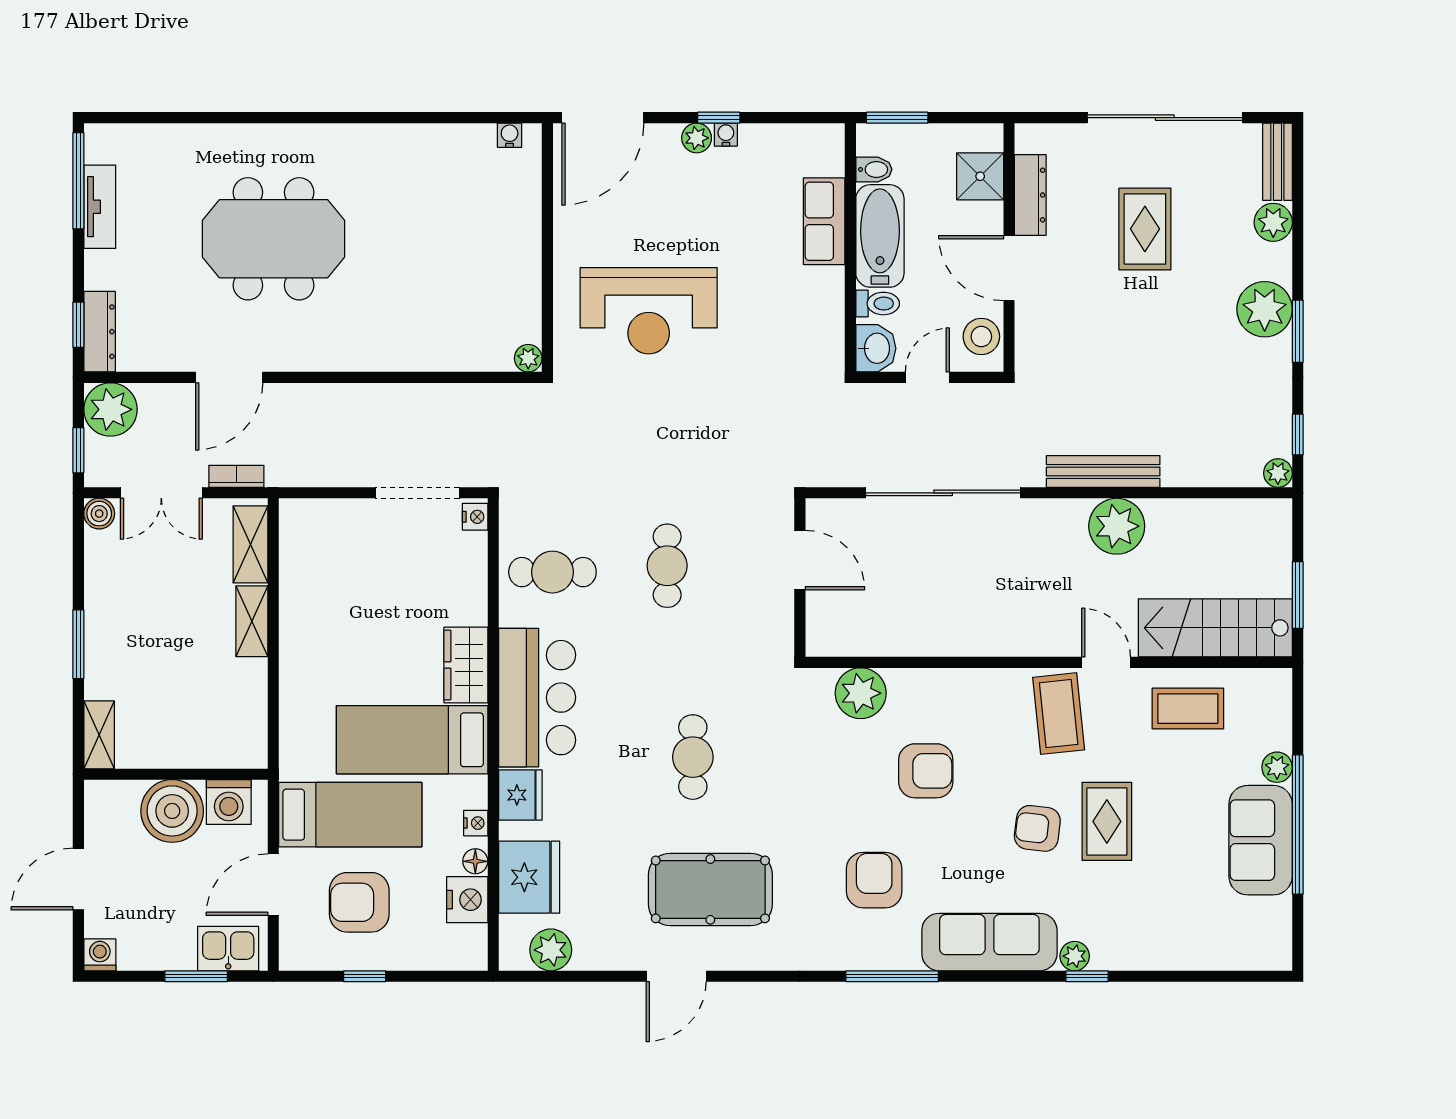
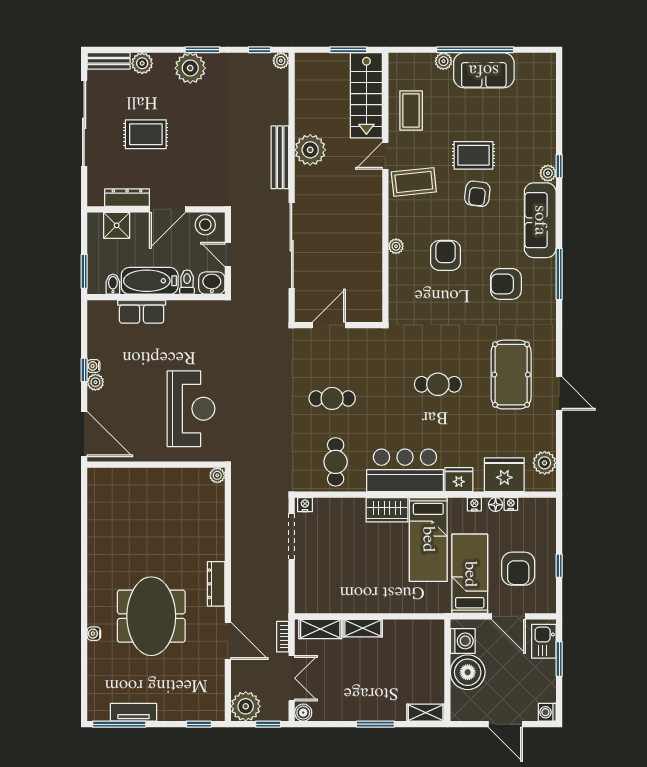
water cooler: (510, 135) -> (94, 634), moved
dresser: (100, 332) -> (216, 584), moved, turned -90
plant: (861, 693) -> (396, 246), moved, width x0.53, depth x0.53
nightstand: (467, 900) -> (511, 504), width x0.53, depth x0.56

